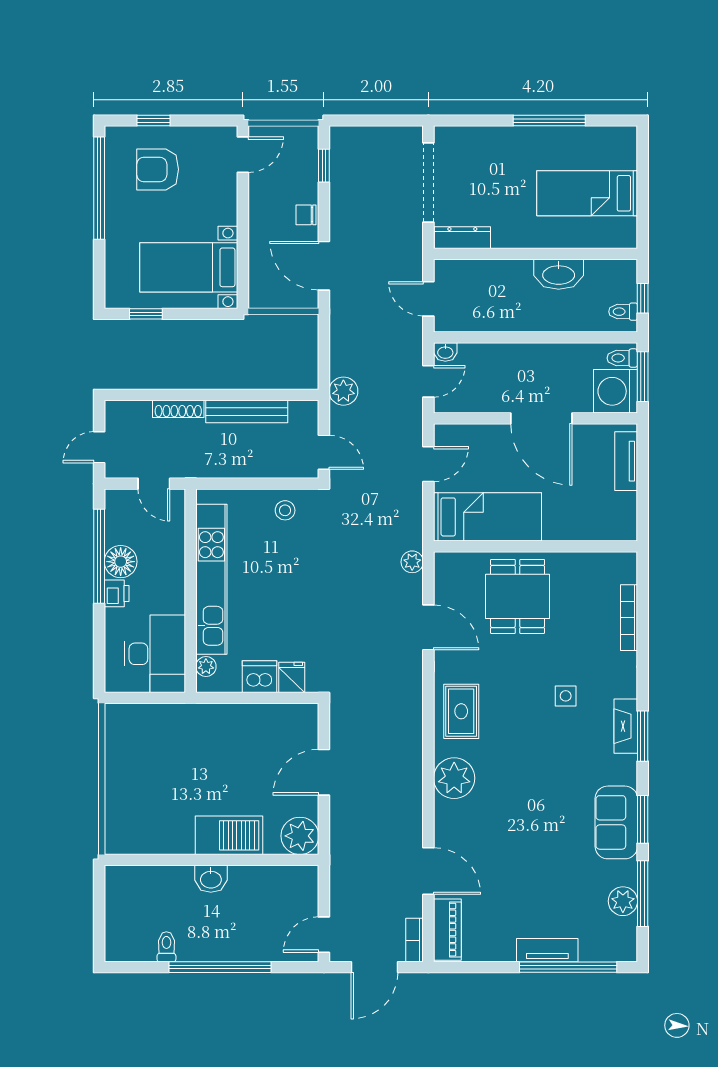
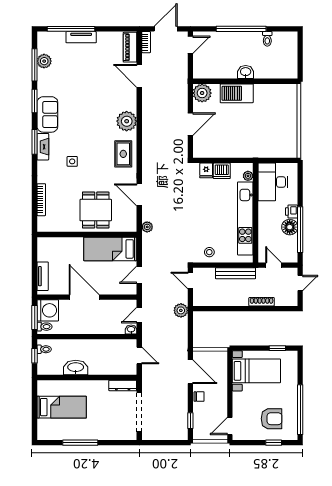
bench: (247, 412) -> (235, 273), moved
sofa: (616, 822) -> (47, 114), moved

